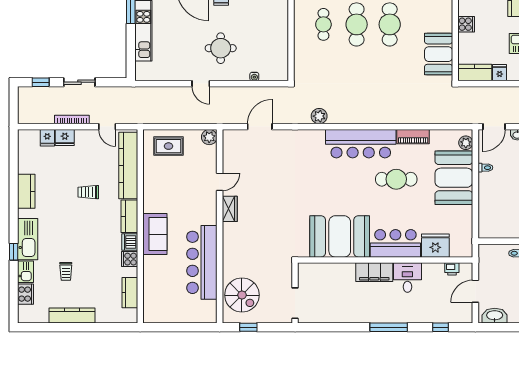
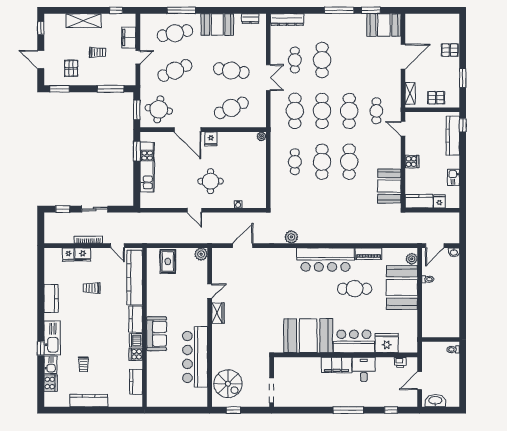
rug: (169, 146) -> (168, 262), turned 90
trolley: (88, 192) -> (92, 288), moved

